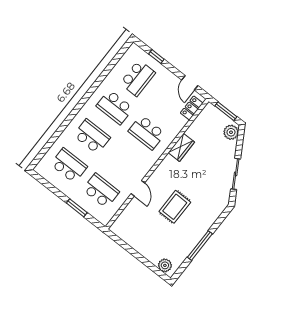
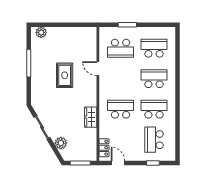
plant: (231, 132) -> (61, 143), moved
school desk: (92, 136) -> (154, 79), turned 180
school desk: (69, 165) -> (154, 48), turned 180

